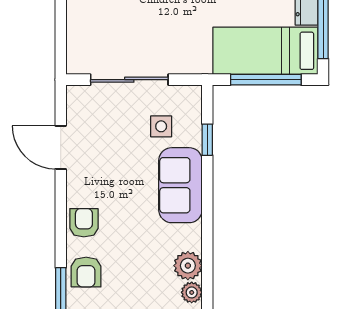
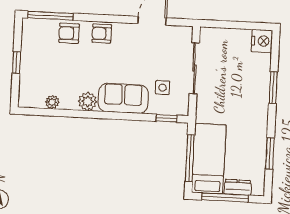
window: (207, 140) -> (167, 118), moved
armchair: (84, 223) -> (102, 34), turned 180
plant: (188, 266) -> (87, 101), moved

